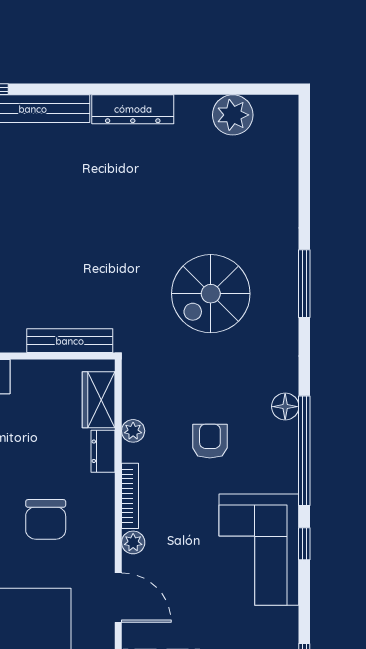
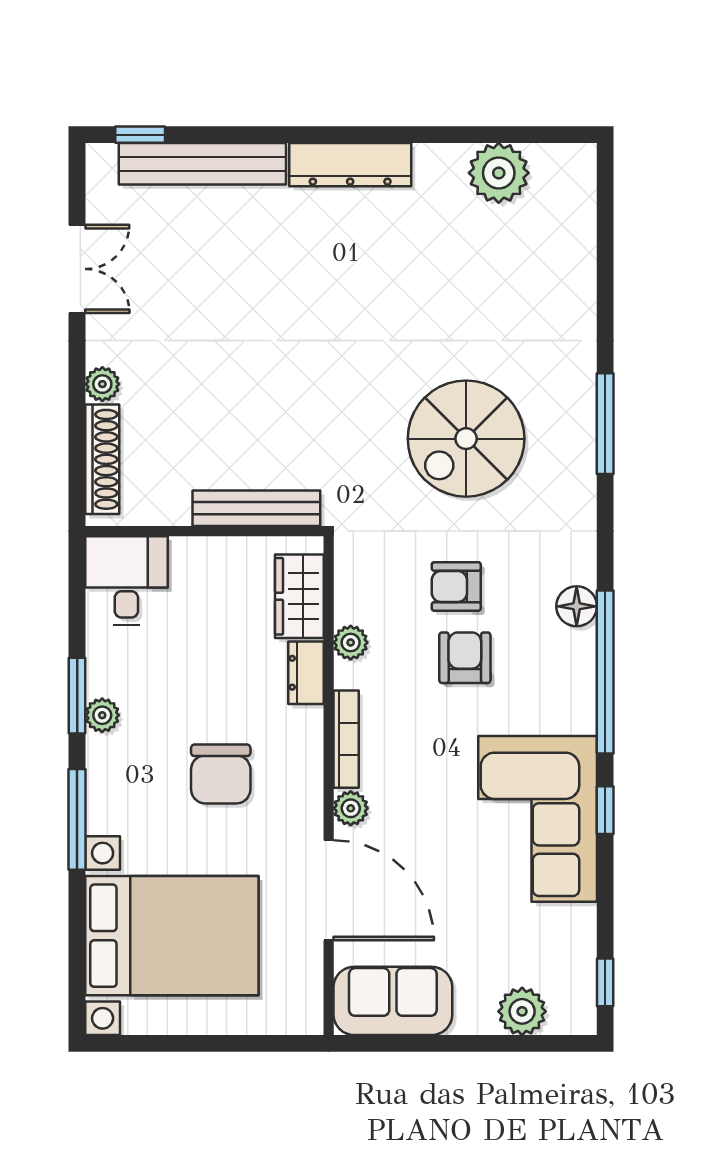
armchair: (204, 393) -> (456, 586), added
door: (118, 598) -> (329, 890), width x1.36

